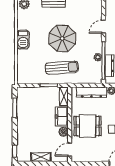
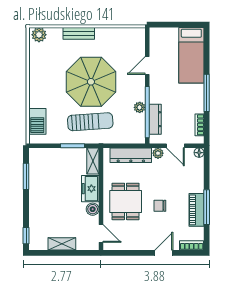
parasol: (62, 38) -> (91, 82), width x1.36, depth x1.36
barbecue: (23, 40) -> (37, 121), moved
dining table: (88, 126) -> (126, 201), turned 90
door: (70, 150) -> (101, 234), swing flipped

